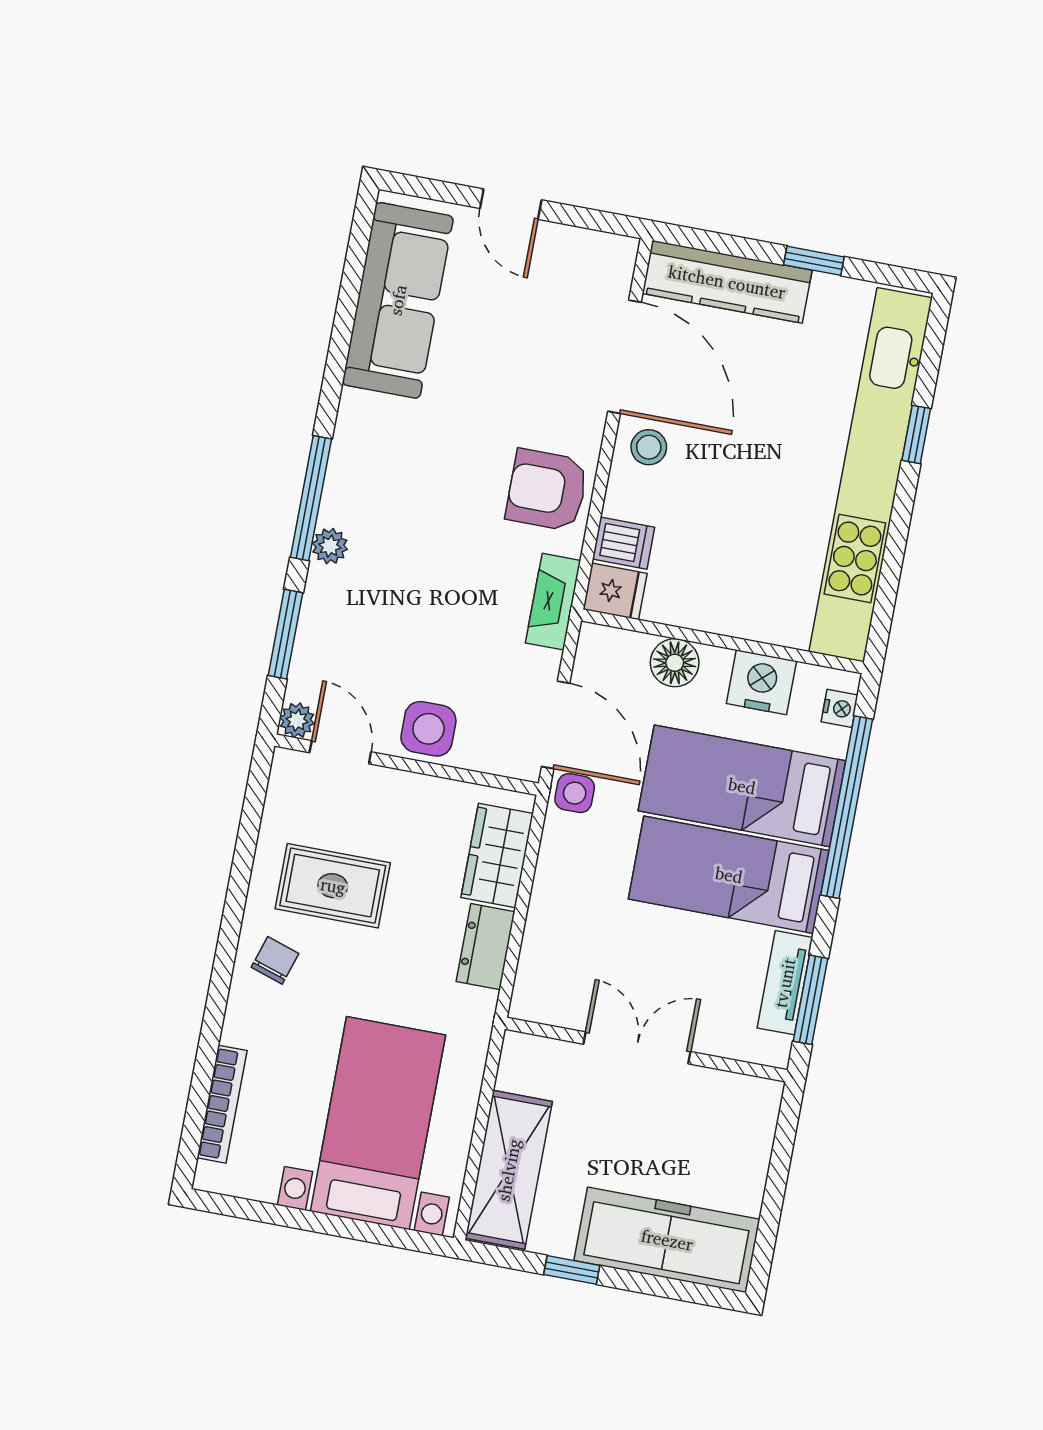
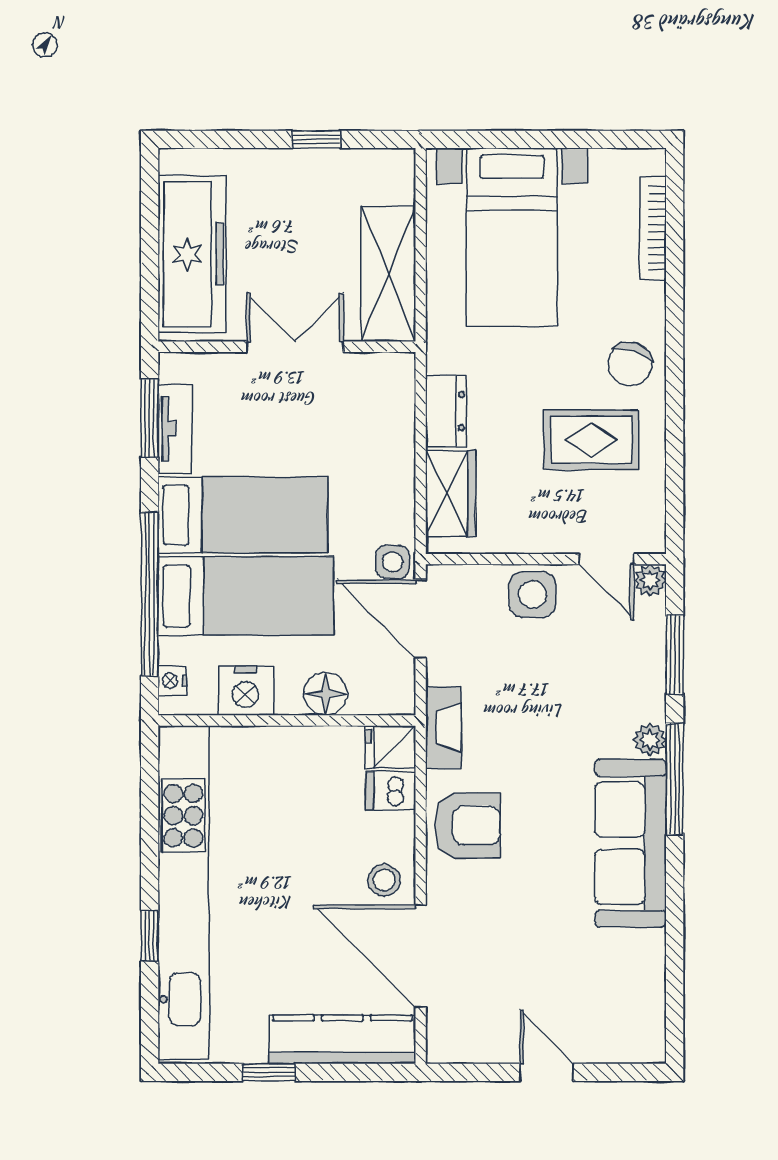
sofa: (398, 300) -> (631, 843), moved
chair: (275, 960) -> (630, 364), width x1.37, depth x1.37
double door: (637, 1048) -> (295, 347), swing flipped
shelving: (509, 1170) -> (388, 274), moved
freezer: (667, 1240) -> (192, 254), moved, turned -90

